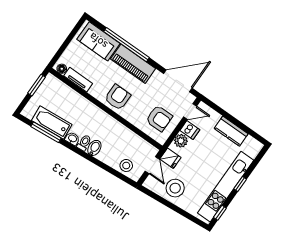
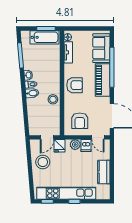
bathtub: (52, 122) -> (45, 37), moved, turned 95
stool: (126, 165) -> (53, 99), moved

